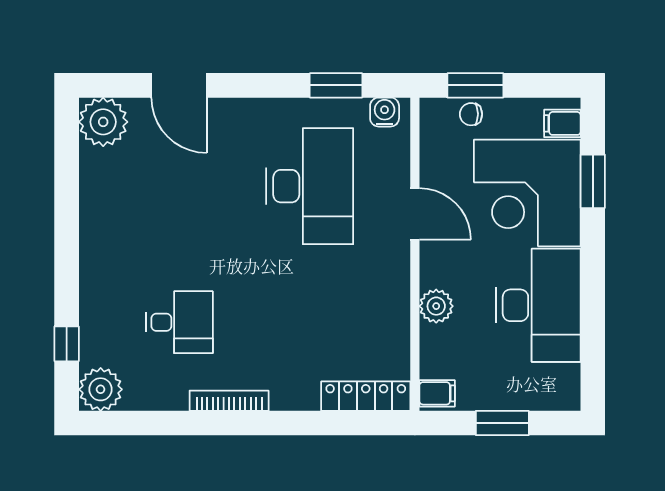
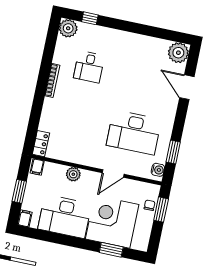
door: (179, 85) -> (187, 87), hinge flipped
filing cabinet: (562, 123) -> (25, 218), moved
locker: (366, 396) -> (41, 144), width x0.66

